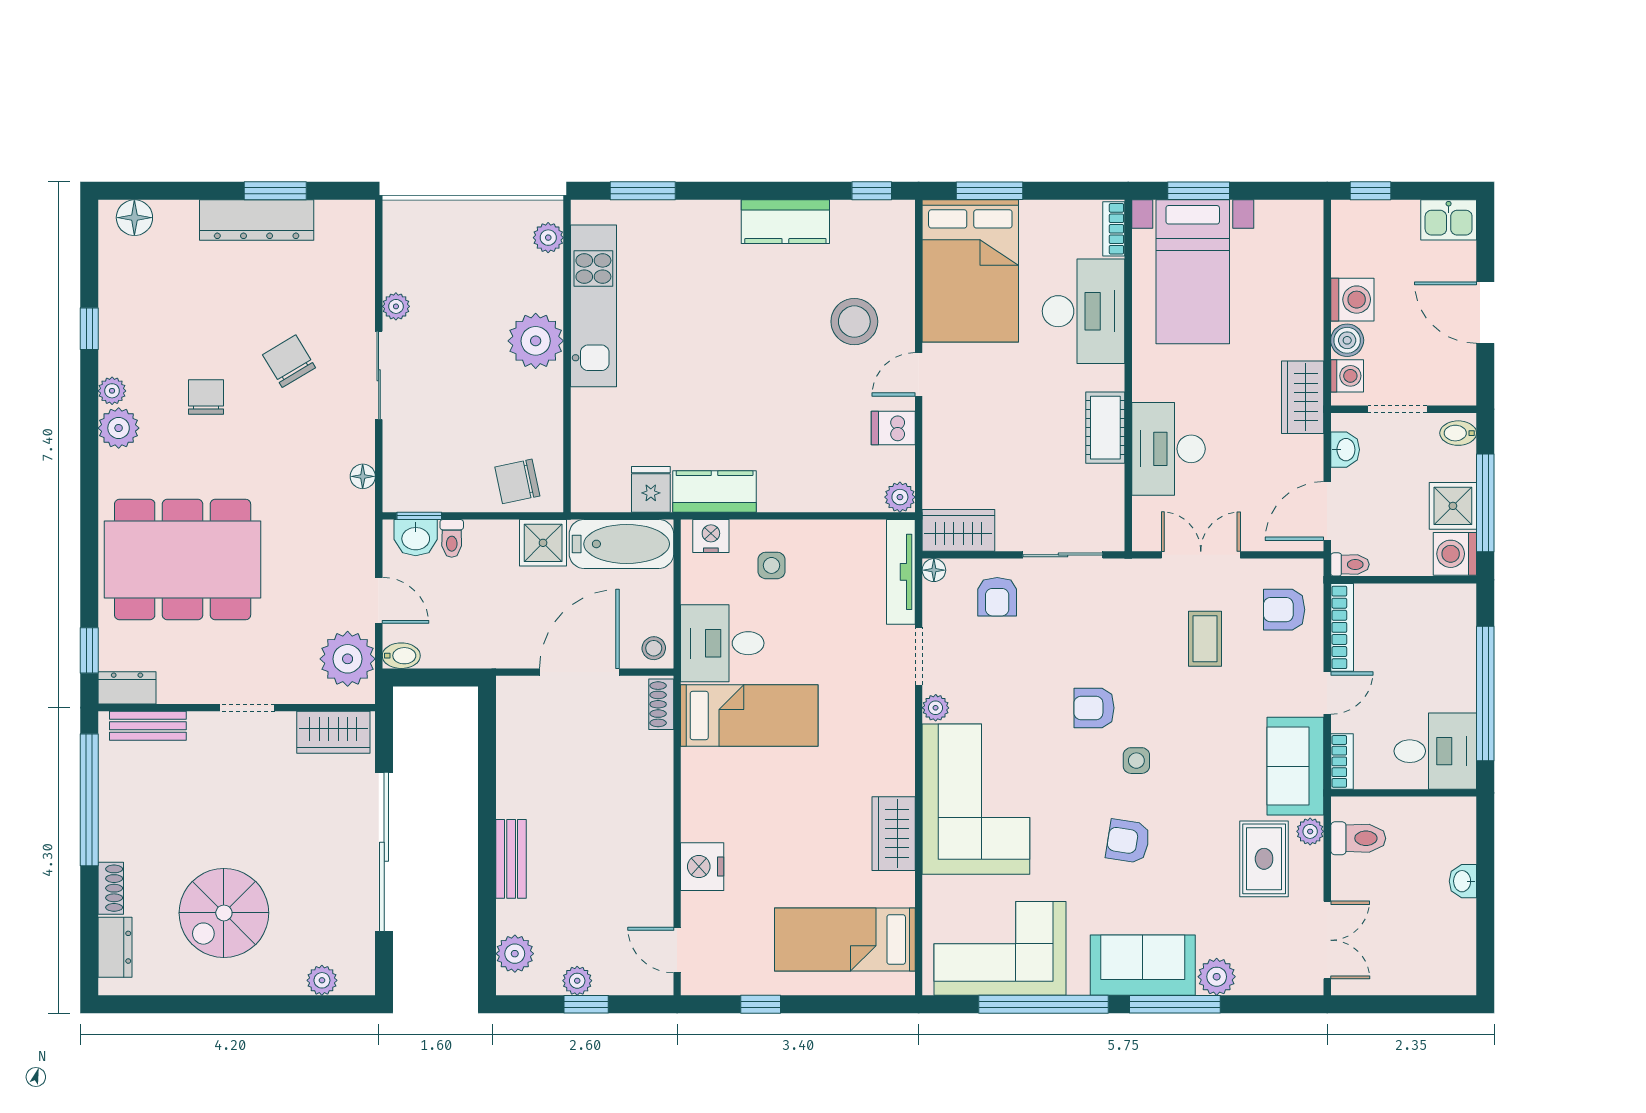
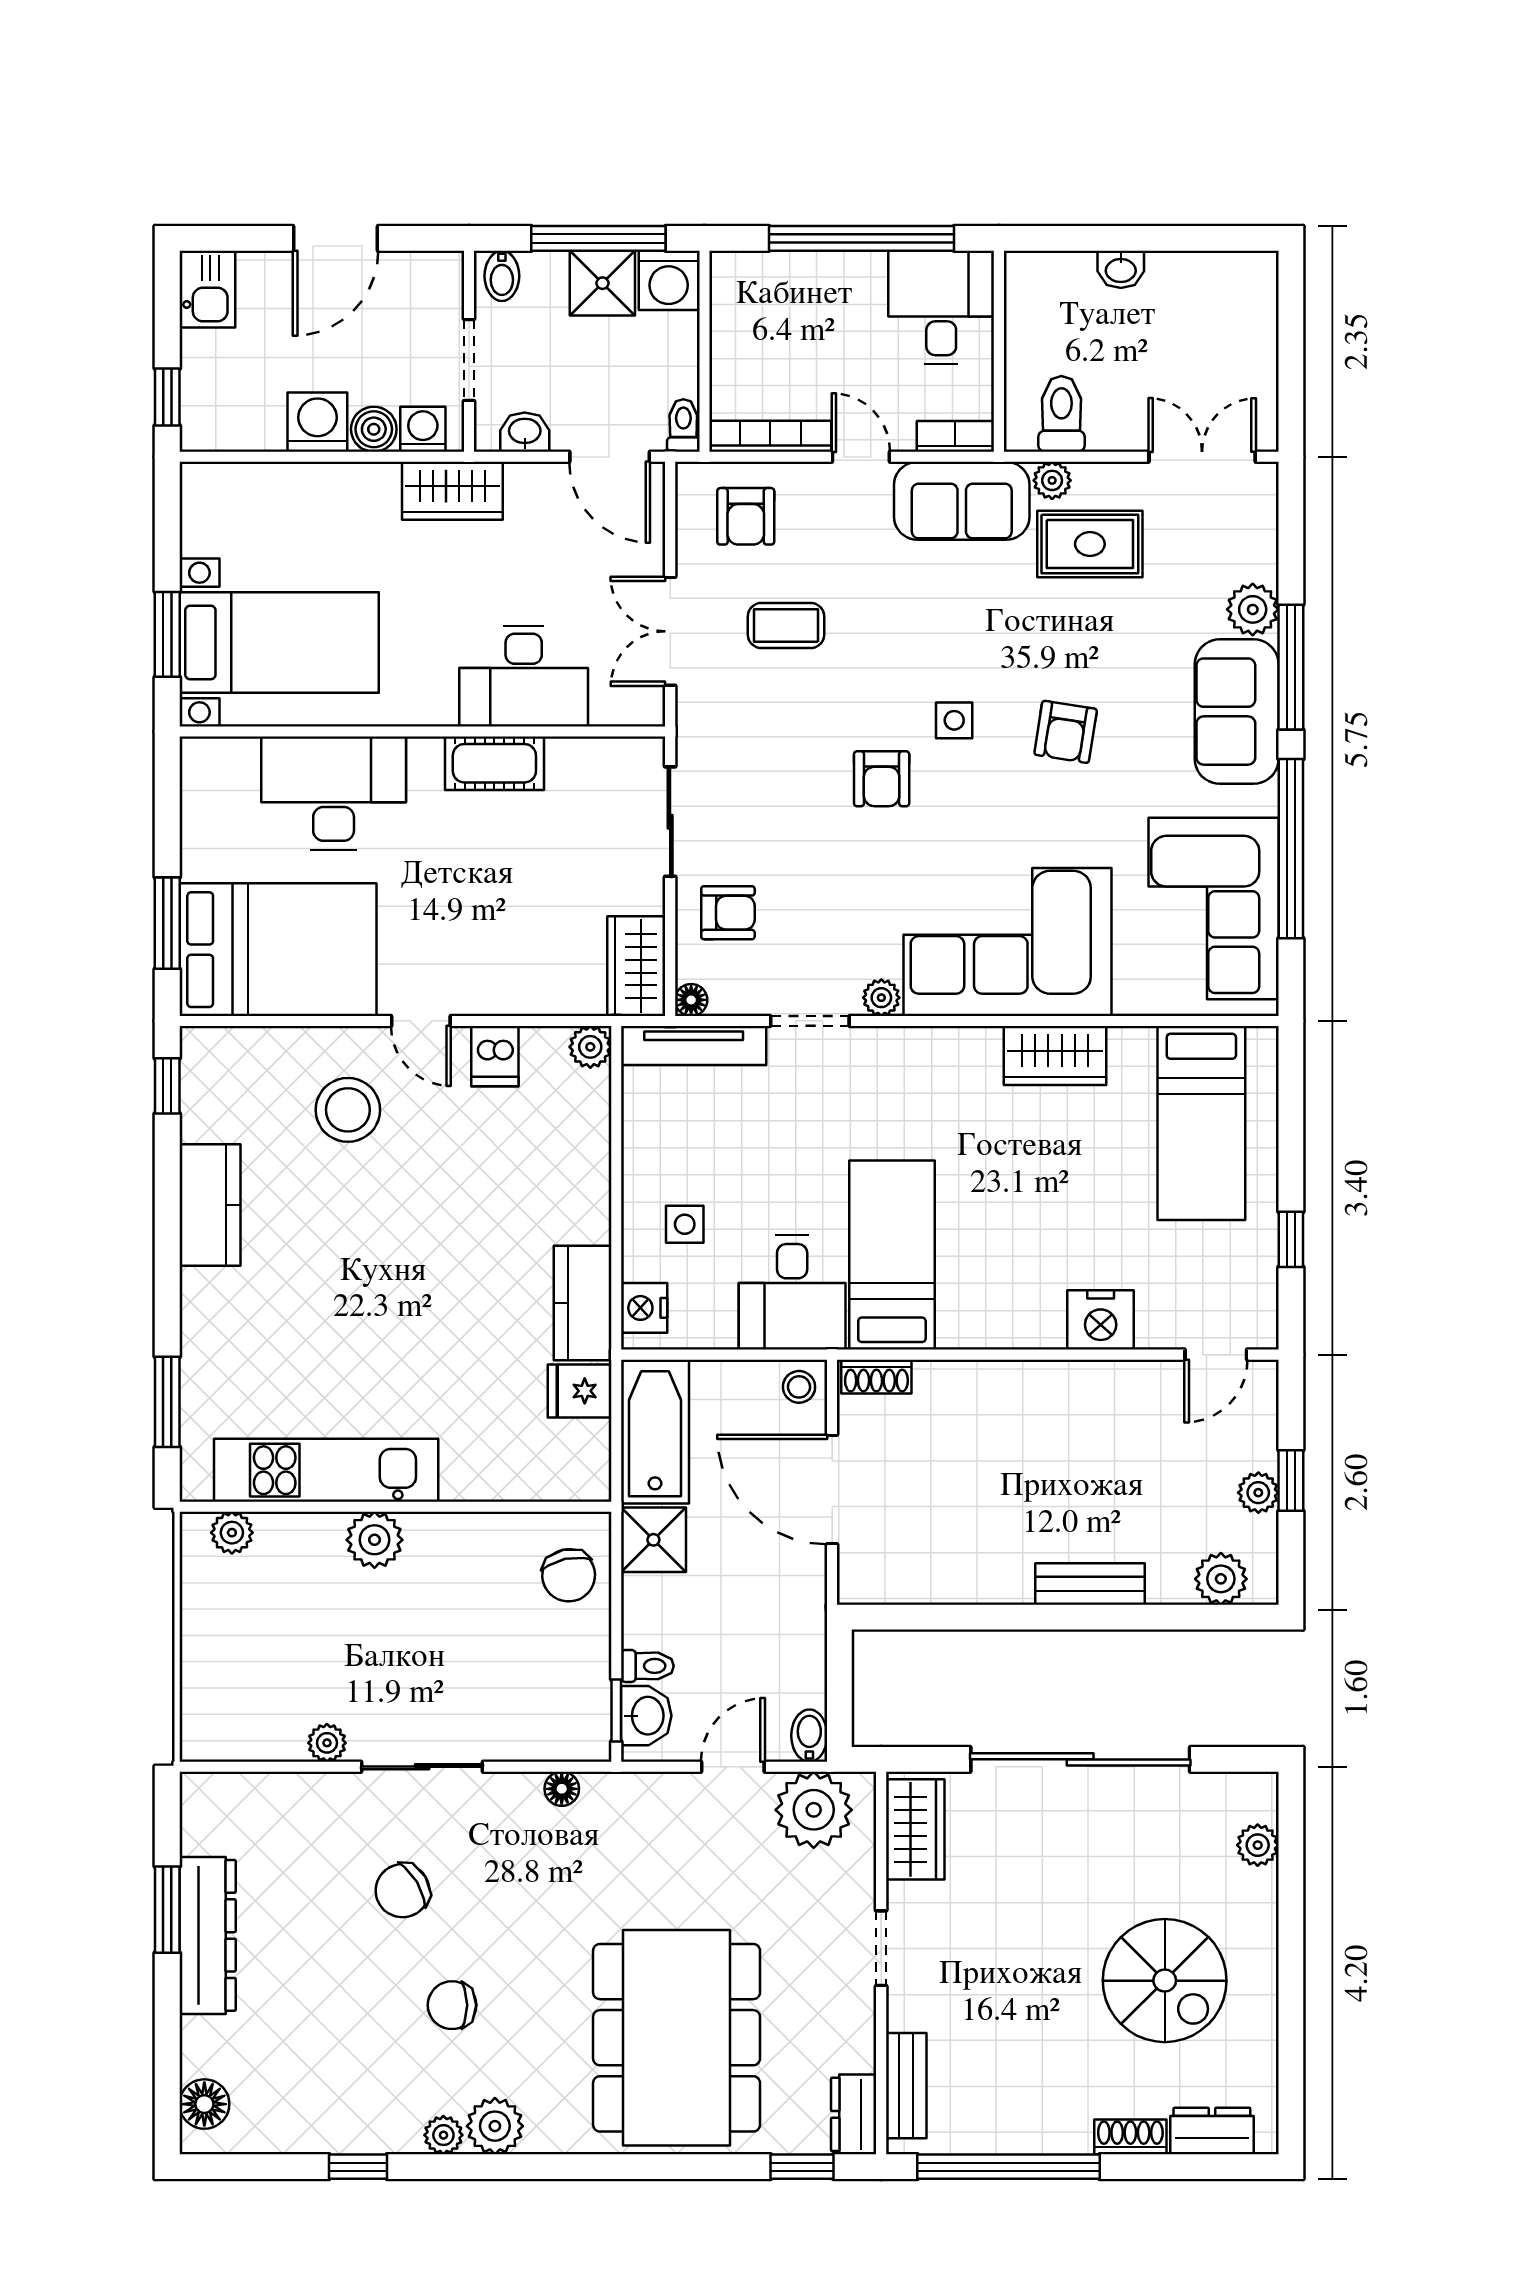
bookcase: (1114, 229) -> (220, 751), removed
plant: (536, 341) -> (374, 1540), width x0.73, depth x0.73

